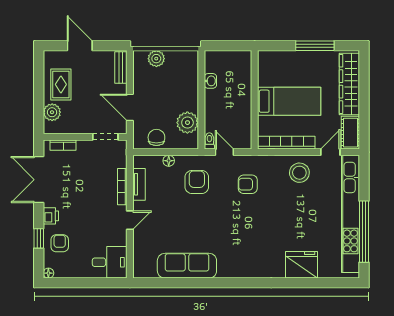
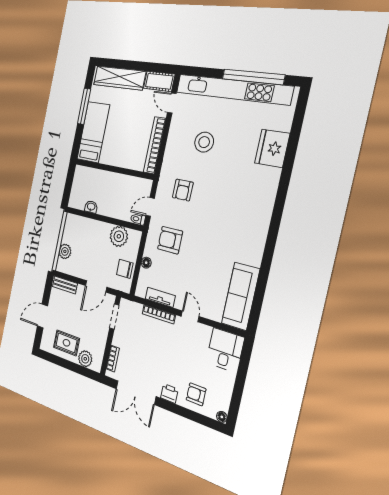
bed: (289, 101) -> (93, 132), moved
stool: (299, 173) -> (204, 142), moved
window: (39, 238) -> (187, 413), removed
sofa: (187, 266) -> (241, 296), moved

